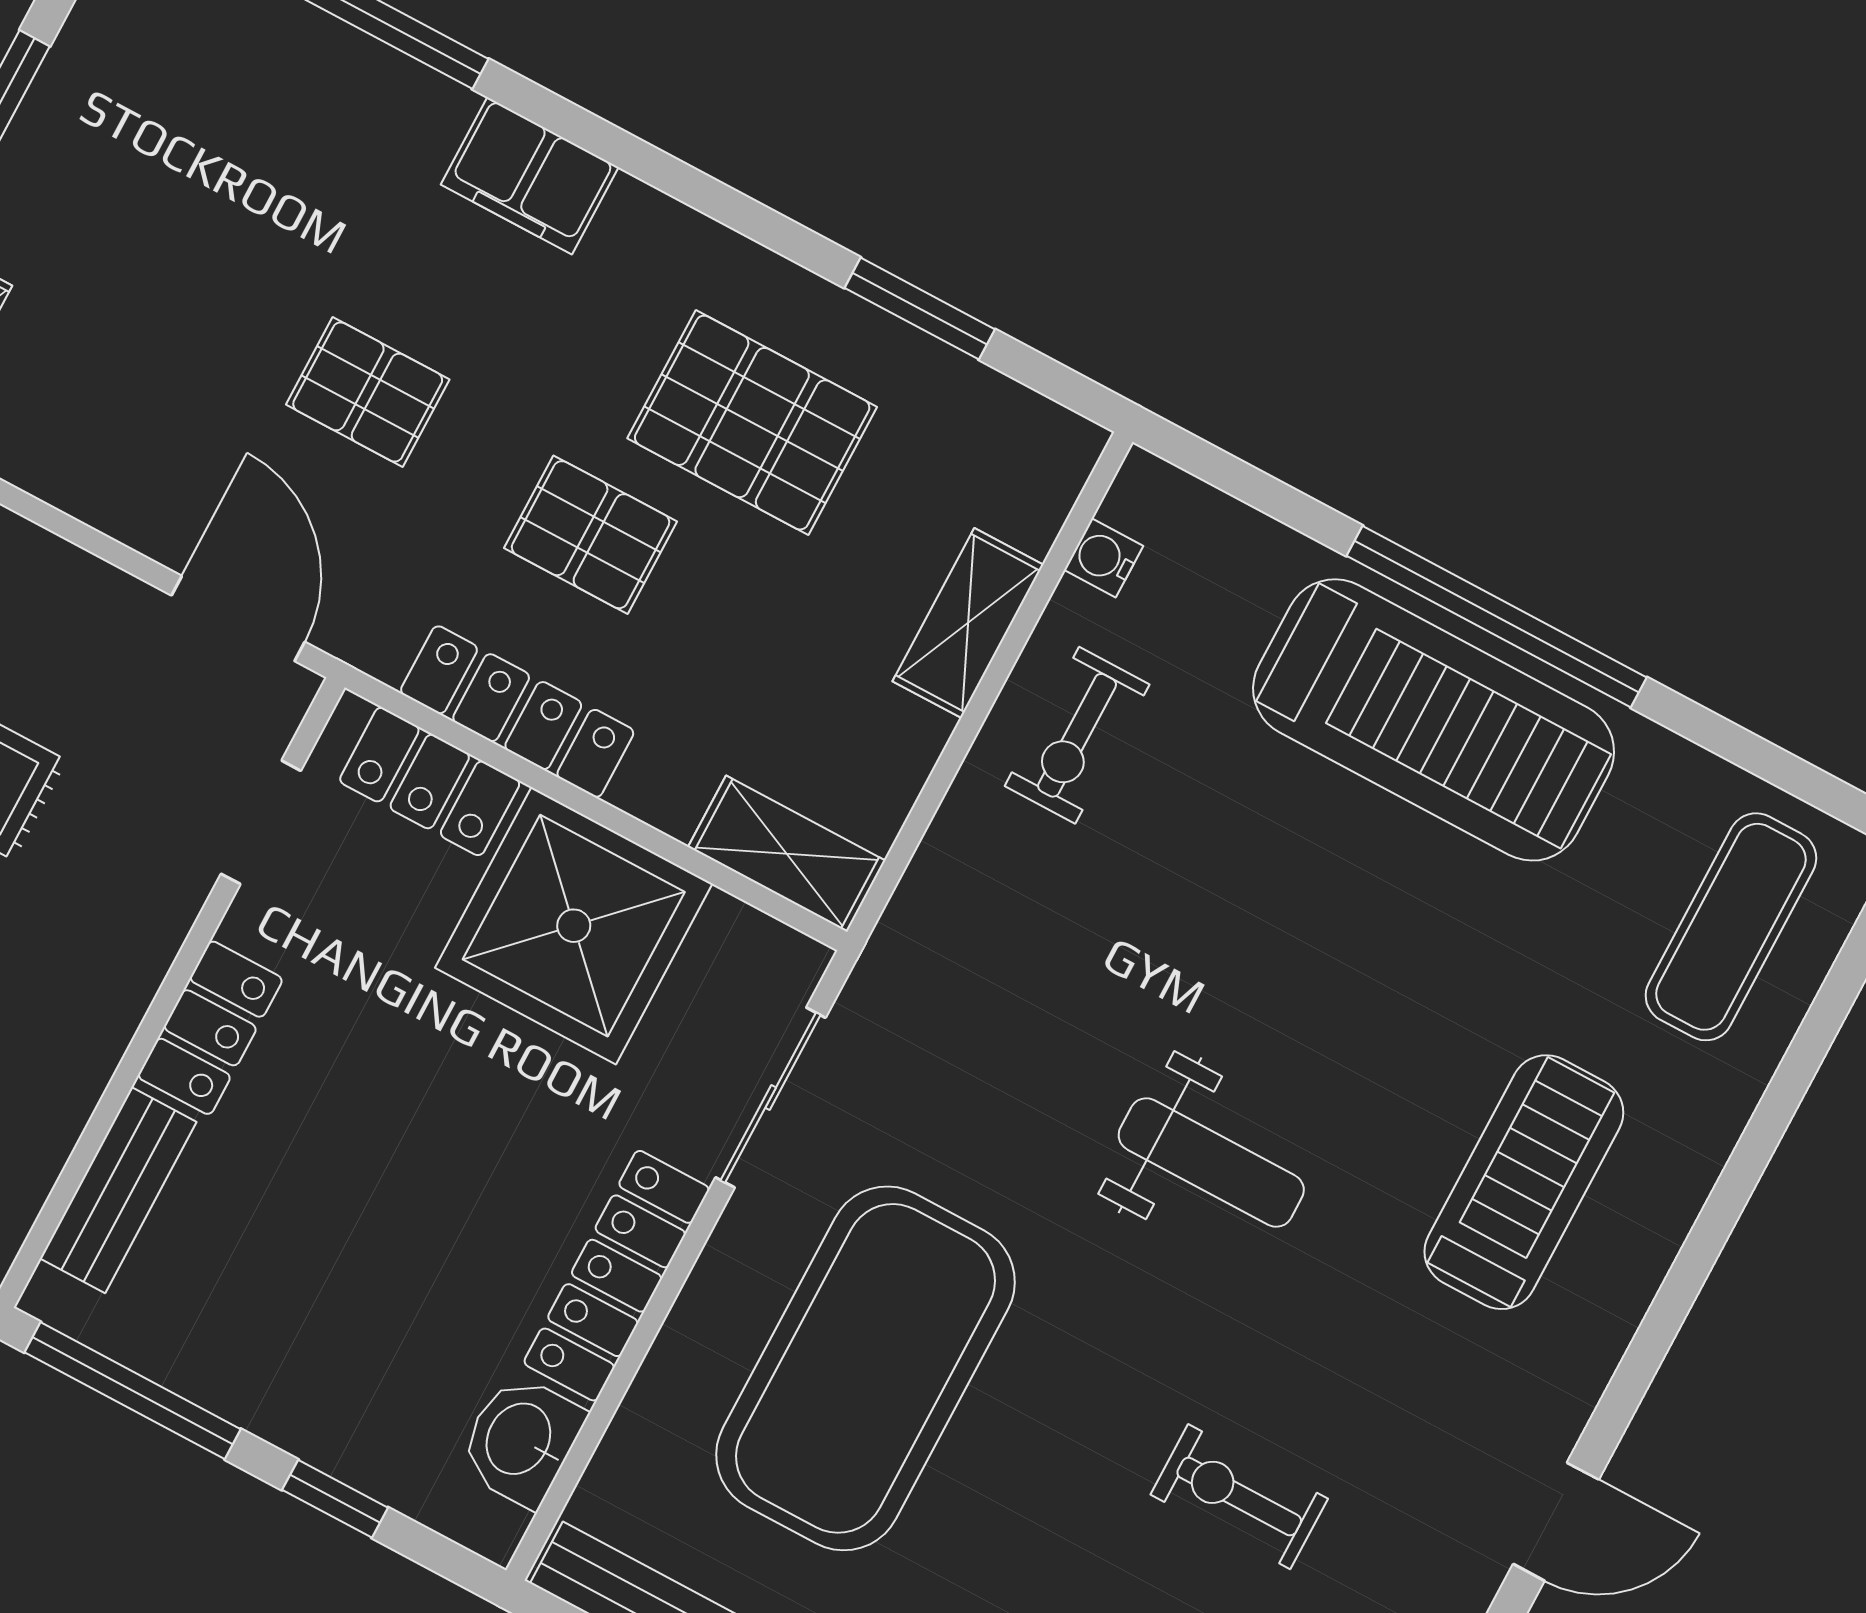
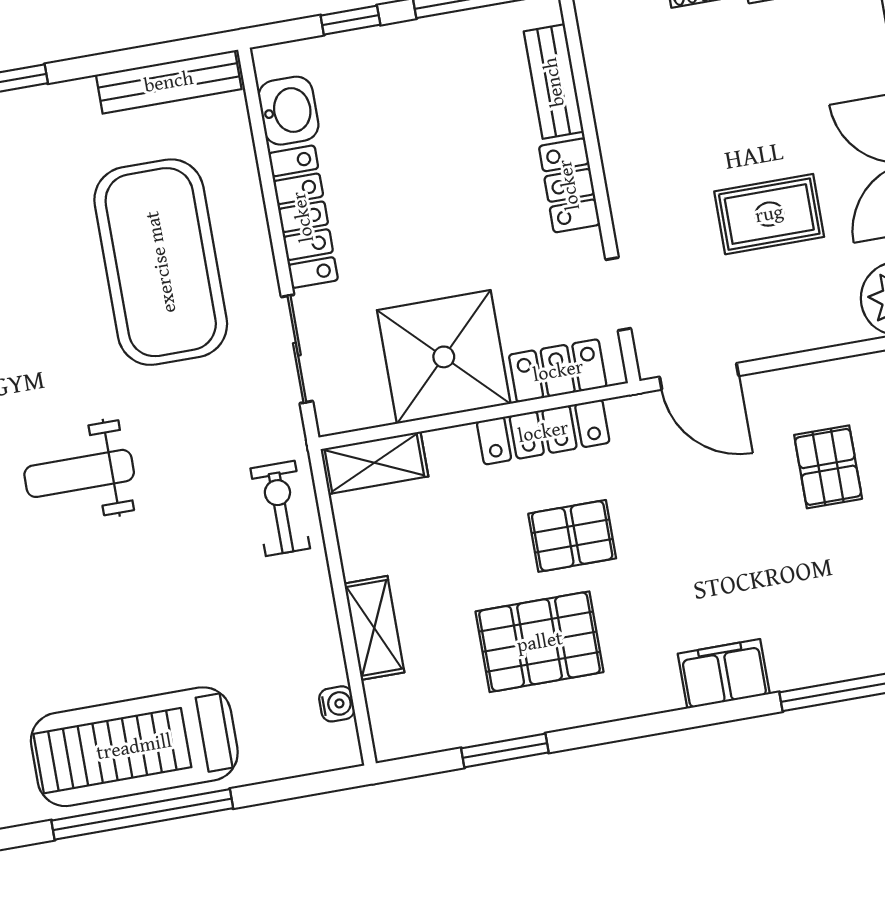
pallet: (368, 392) -> (828, 467), moved, turned 90
exercise bike: (1077, 735) -> (280, 508), moved

